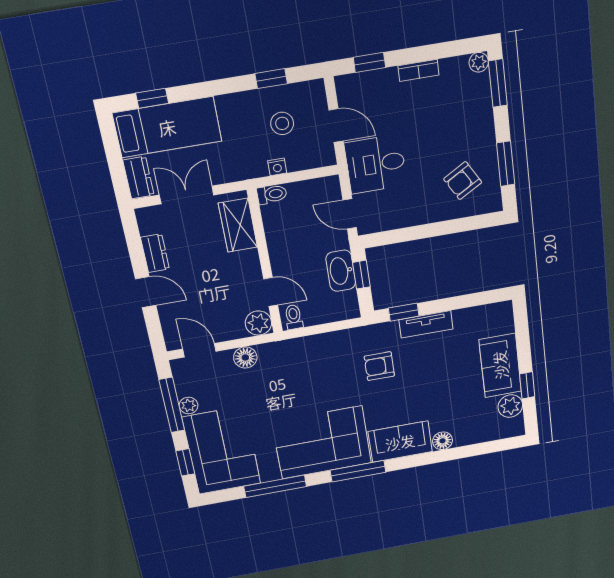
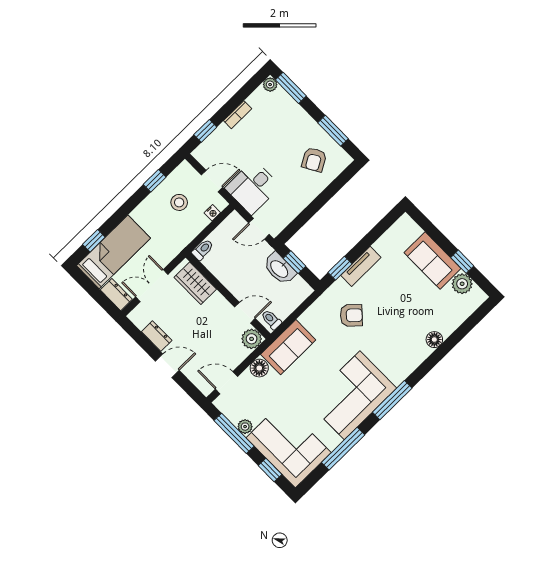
nightstand: (277, 167) -> (212, 213), moved
armchair: (379, 366) -> (351, 315), turned -137
sofa: (400, 442) -> (288, 347), moved, turned 180

